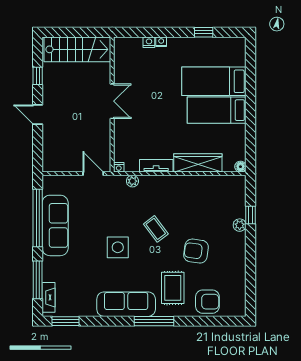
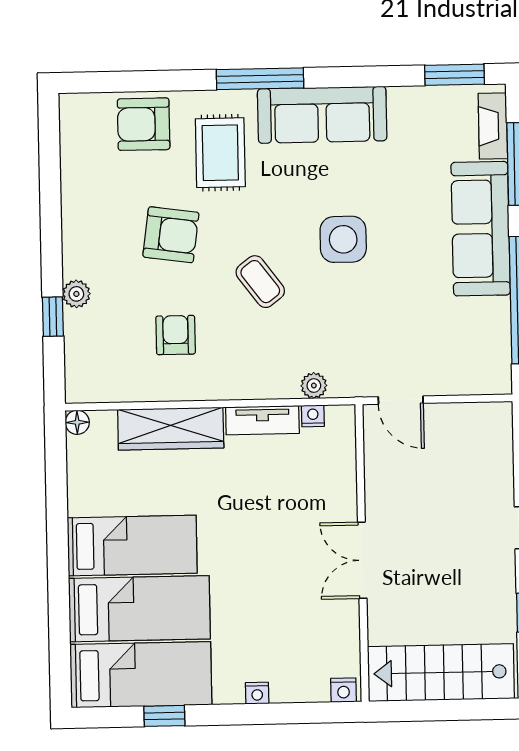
nightstand: (149, 42) -> (343, 690), moved
bed: (214, 51) -> (141, 675), added
nightstand: (119, 167) -> (313, 416), moved
armchair: (195, 205) -> (176, 335), added
sofa: (55, 225) -> (481, 229), moved

